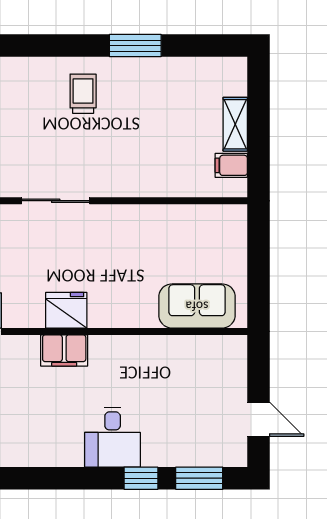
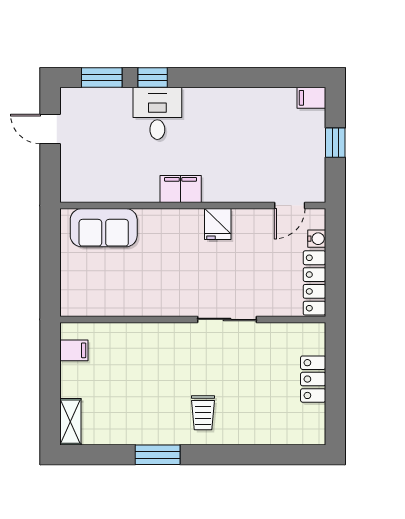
shelving: (235, 124) -> (70, 422), moved
fridge: (66, 310) -> (218, 224), width x0.72
filing cabinet: (64, 350) -> (181, 189), moved
desk: (113, 437) -> (157, 113), moved

